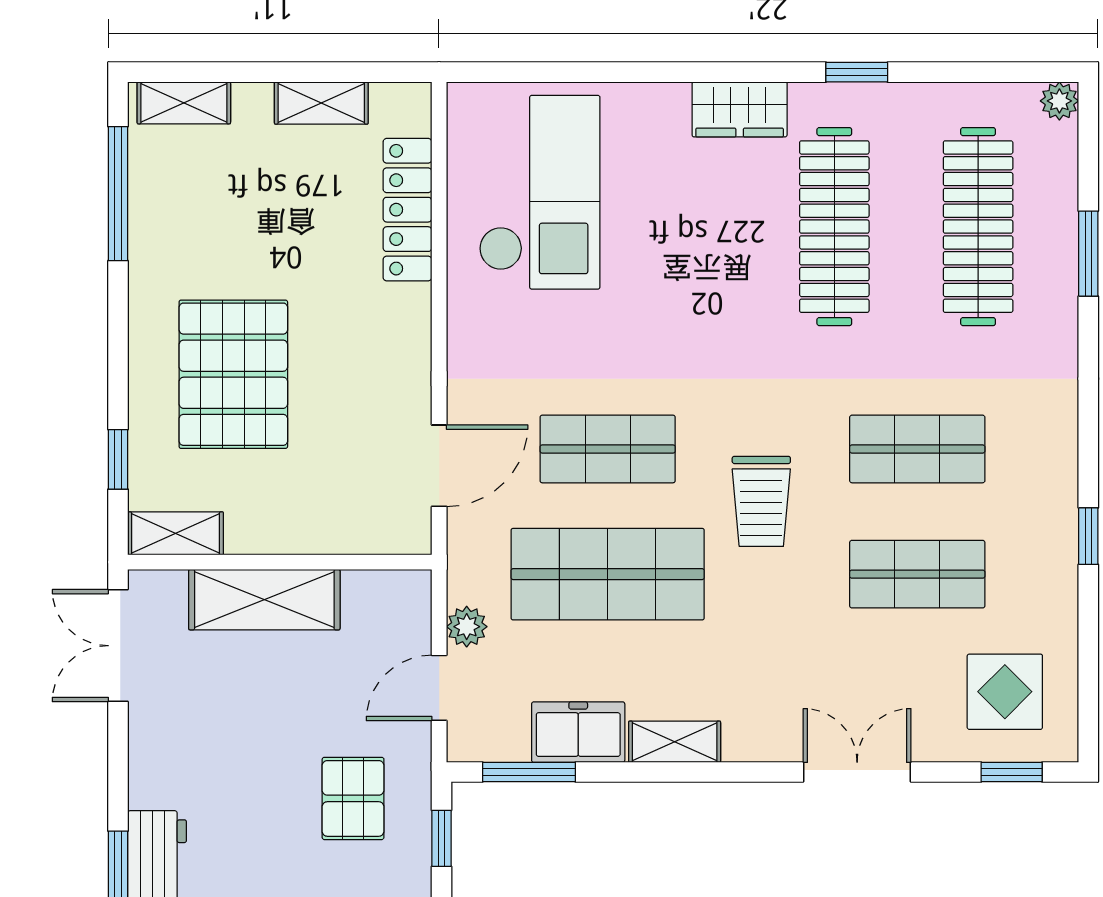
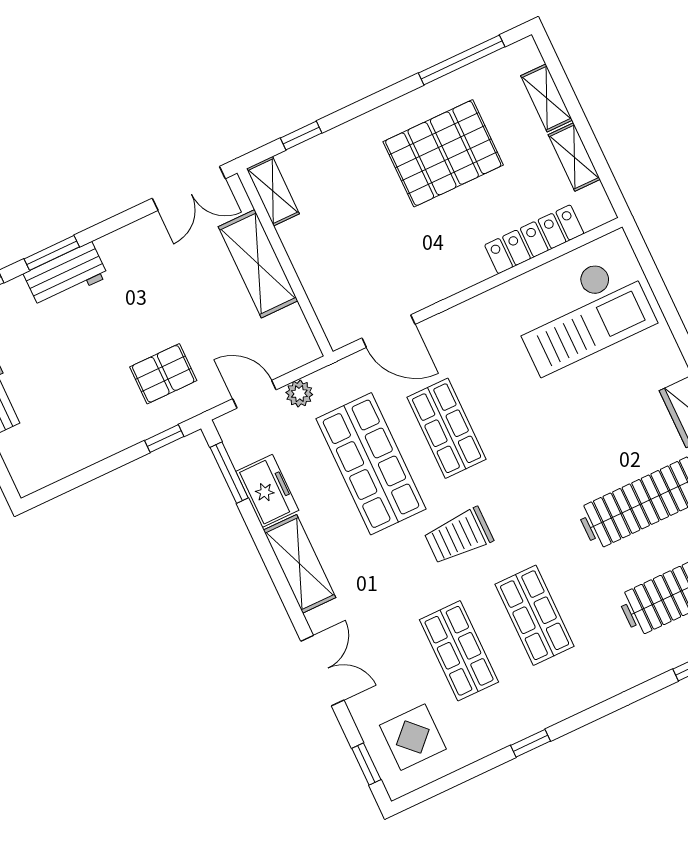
shelving: (184, 103) -> (547, 98), moved
pallet: (233, 374) -> (443, 153), moved
double door: (118, 646) -> (189, 188), swing flipped
shelving: (675, 742) -> (300, 564), width x1.50, depth x1.33

